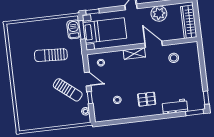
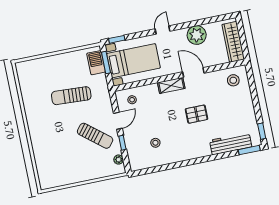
stool: (174, 58) -> (233, 80), moved
door: (88, 79) -> (118, 121), hinge flipped
pallet: (147, 99) -> (196, 114), moved
workbench: (175, 106) -> (231, 144), width x1.38

